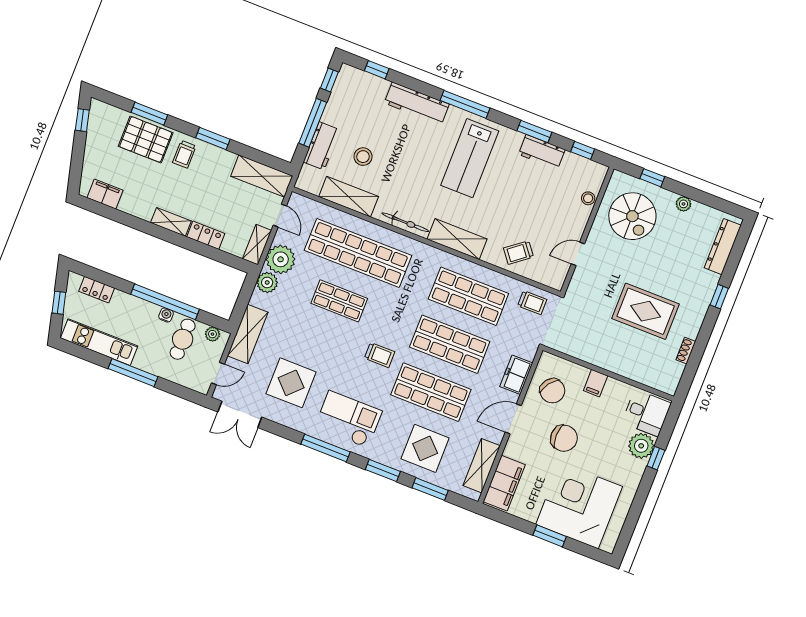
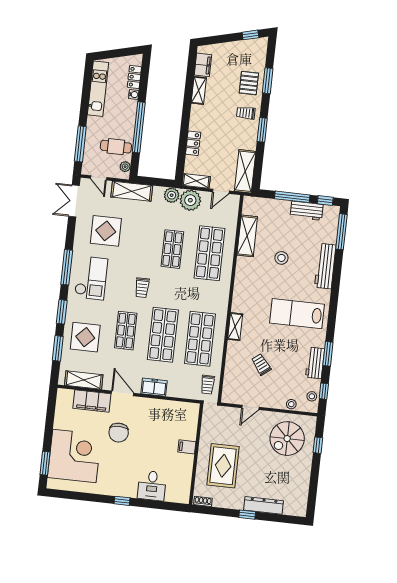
window: (377, 70) -> (341, 232), width x2.17
window: (465, 104) -> (334, 300), removed
pallet: (146, 139) -> (249, 83), width x0.67, depth x0.71
workbench: (322, 146) -> (307, 211), moved
stool: (363, 157) -> (281, 258), moved
stool: (585, 168) -> (312, 396), added
plant: (683, 204) -> (305, 472), removed
shelving: (171, 222) -> (199, 90), moved
bicycle: (405, 222) -> (240, 281), removed
shelving: (457, 239) -> (235, 327), width x0.67, depth x0.75
dresser: (723, 247) -> (263, 505), moved
shop shelf: (358, 253) -> (209, 253), width x0.71
trolley: (519, 253) -> (261, 364), moved
door: (578, 254) -> (250, 407), swing flipped
window: (59, 303) -> (118, 53), removed
water cooler: (166, 315) -> (134, 95), moved
window: (133, 373) -> (80, 144), moved
wall: (608, 373) -> (196, 454), moved
filing cabinet: (596, 383) -> (187, 447), moved
chair: (552, 391) -> (150, 415), removed
shop shelf: (431, 392) -> (126, 331), width x0.70, depth x0.74
plant: (641, 446) -> (128, 488), removed
filing cabinet: (504, 483) -> (92, 401), moved
window: (550, 536) -> (45, 463), moved

